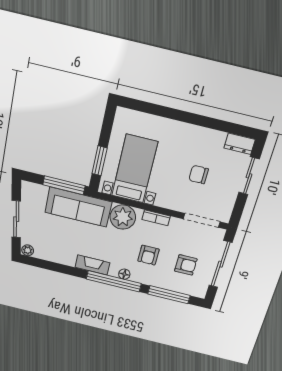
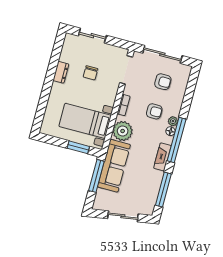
dresser: (240, 144) -> (61, 72), moved
plant: (28, 250) -> (173, 121), moved
armchair: (186, 265) -> (163, 82), turned 90
window: (169, 295) -> (163, 190), moved

